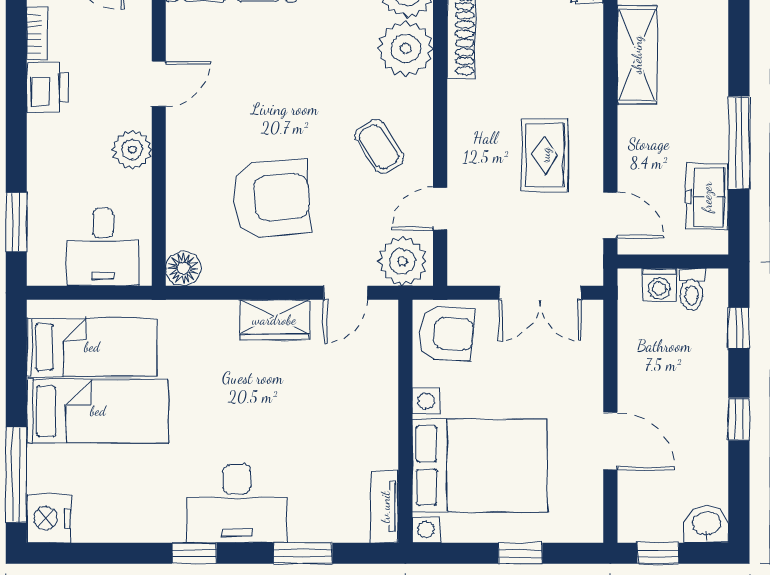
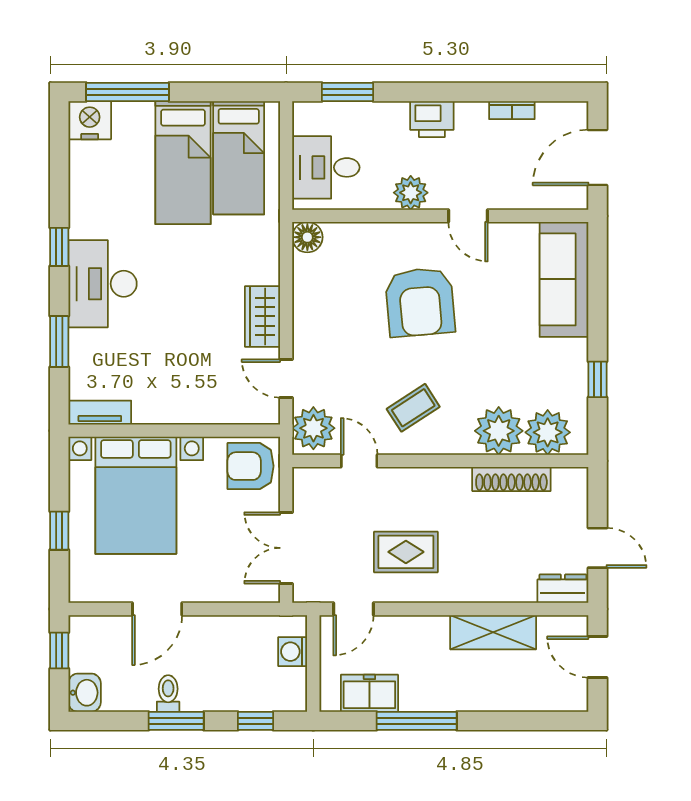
printer: (47, 87) -> (432, 119), moved
armchair: (271, 198) -> (420, 302), moved
toilet: (692, 289) -> (168, 694), moved, turned 90
armchair: (446, 333) -> (251, 466), turned 86
window: (739, 419) -> (176, 721), width x1.50

